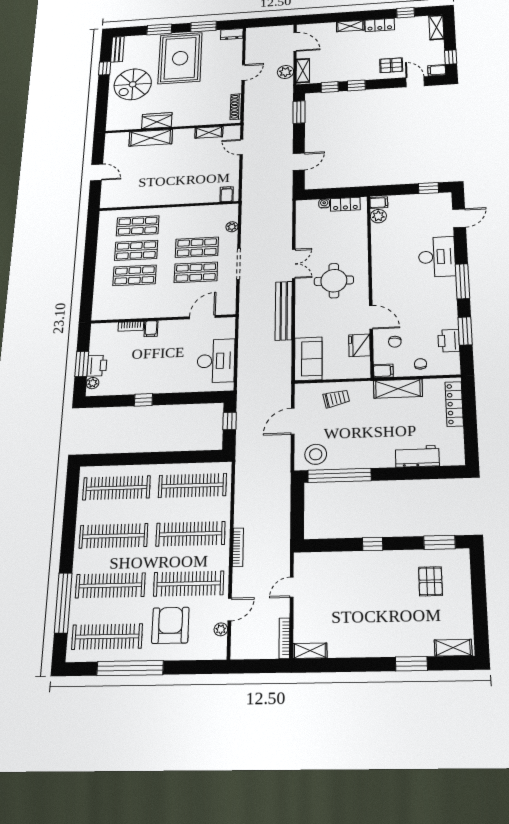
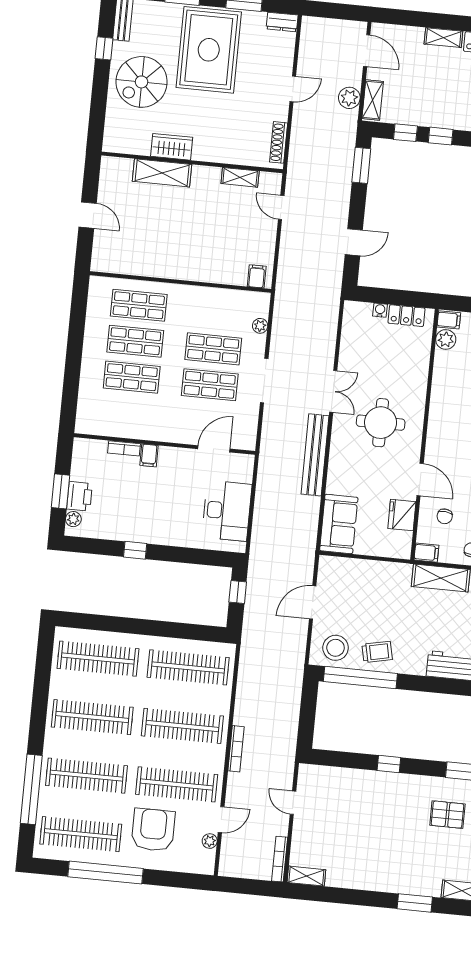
trolley: (336, 399) -> (377, 652), moved
pallet: (430, 581) -> (447, 815), turned 90
door: (292, 587) -> (293, 803), hinge flipped

